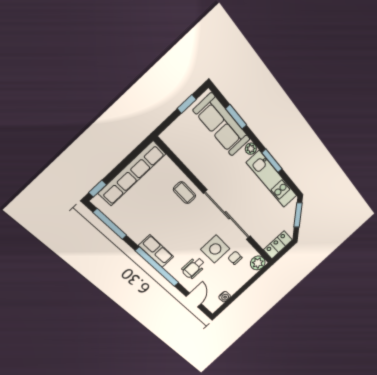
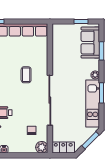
sofa: (222, 125) -> (90, 43), width x0.73
coffee table: (184, 193) -> (26, 75), moved
side table: (215, 249) -> (26, 114), removed

